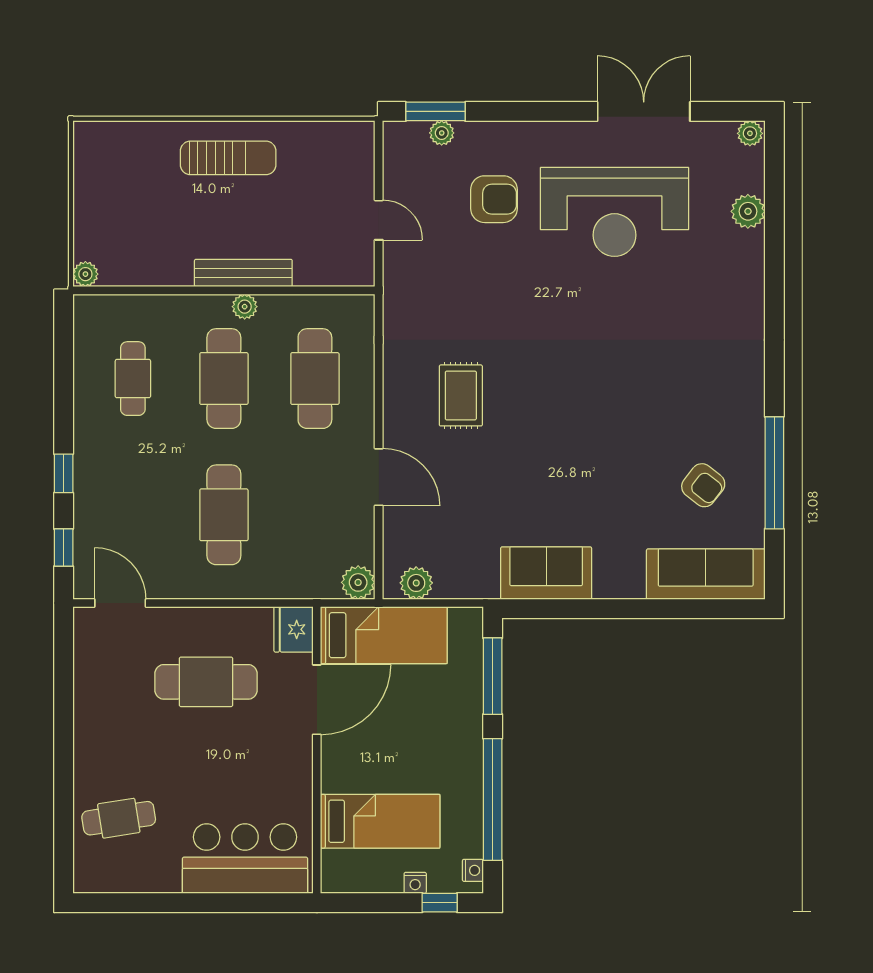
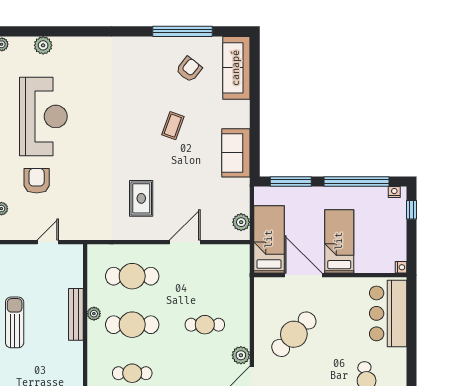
rug: (461, 395) -> (141, 198), turned 90
coffee table: (597, 455) -> (173, 126), added
cafe table: (224, 515) -> (205, 325), width x0.73, depth x0.74
plant: (358, 582) -> (241, 355), moved
fridge: (293, 629) -> (266, 288), removed
cafe table: (206, 682) -> (294, 334), turned 44
bed: (380, 821) -> (339, 241), moved
nightstand: (415, 883) -> (401, 267), moved

